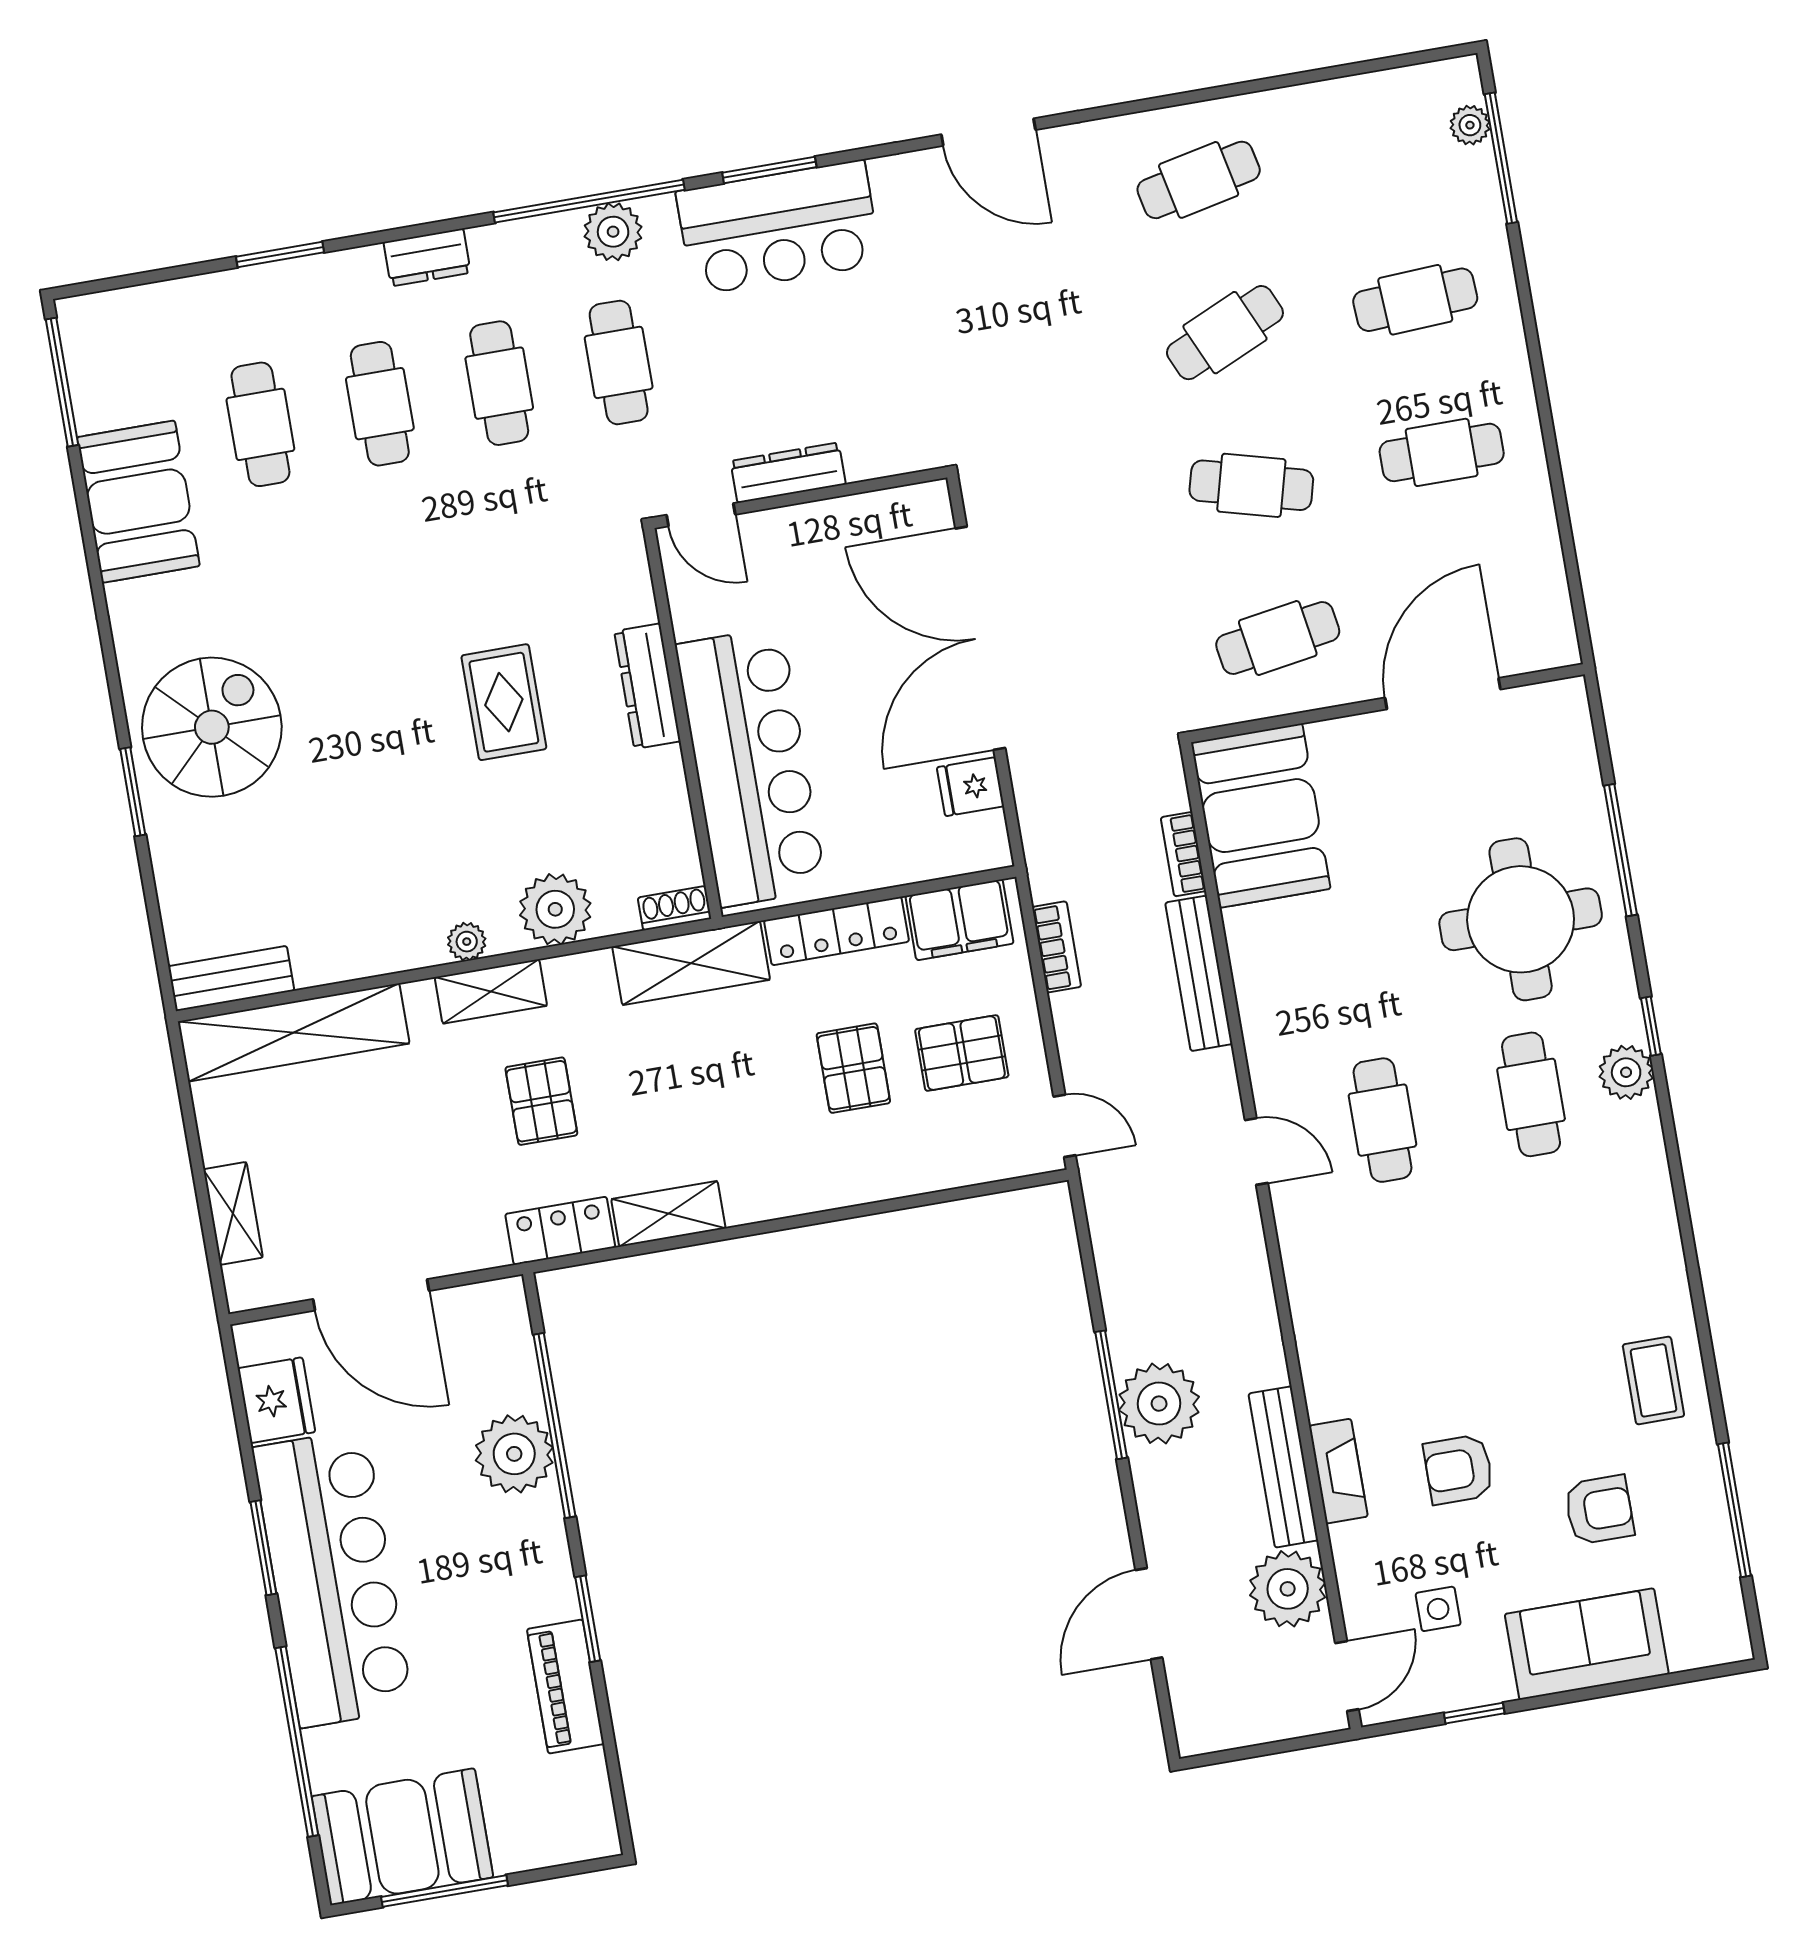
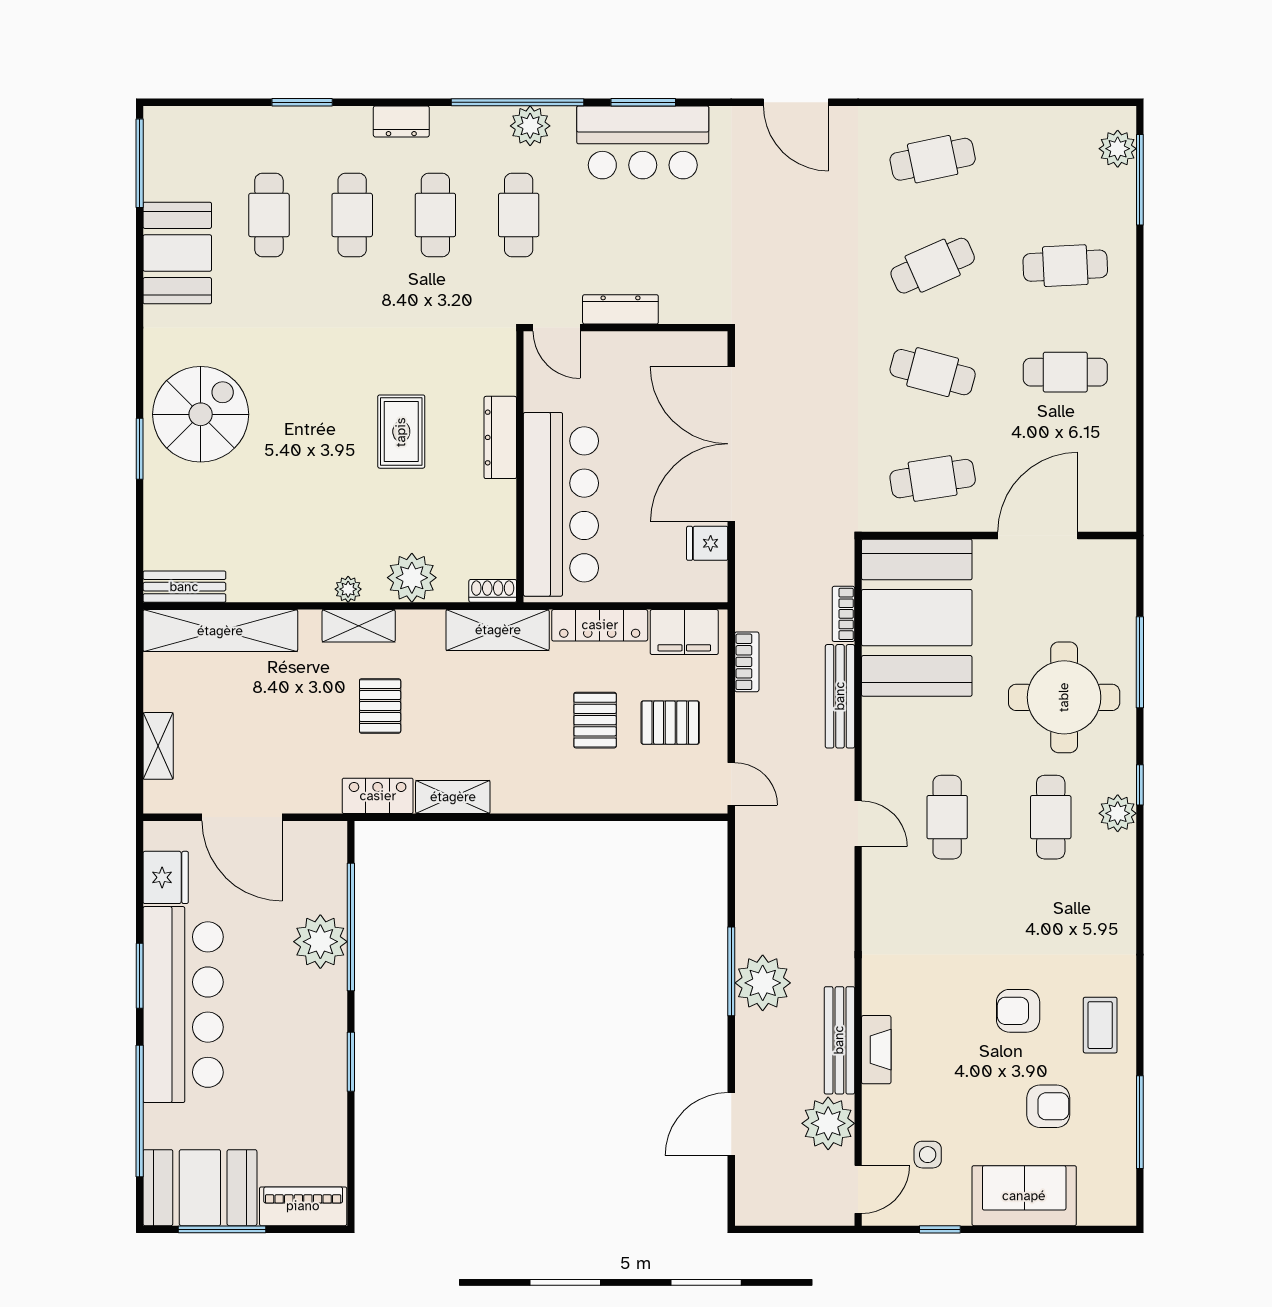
plant: (1470, 125) -> (1118, 149), width x1.38, depth x1.38
booth: (1261, 816) -> (917, 618), width x1.36, depth x1.42
armchair: (1458, 1469) -> (1018, 1011), moved
piano: (566, 1687) -> (303, 1206), moved, turned 90

